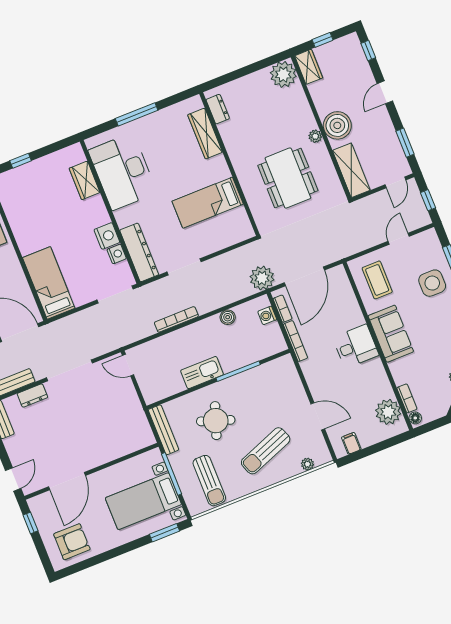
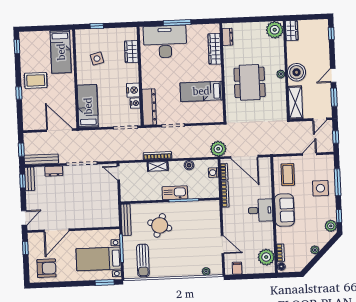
window: (323, 40) -> (306, 17), removed
door: (385, 92) -> (333, 75), moved
desk: (123, 172) -> (165, 42), moved, turned 90
dining table: (288, 178) -> (250, 82), moved
side table: (38, 208) -> (97, 59), added
door: (304, 276) -> (244, 157), hinge flipped
shelving: (182, 335) -> (158, 166), added
kitchen sink: (202, 373) -> (175, 193), moved
sun lounger: (266, 451) -> (183, 254), removed

